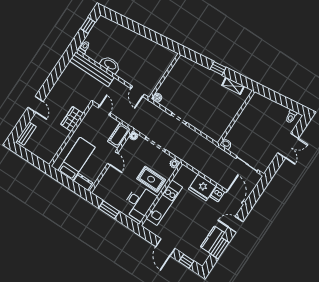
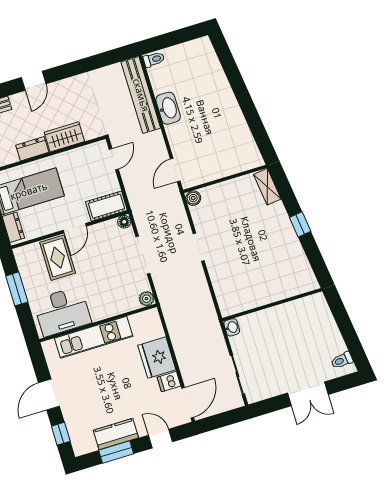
window: (88, 25) -> (181, 36), removed
shelving: (233, 86) -> (267, 187), moved
dresser: (61, 137) -> (32, 149), added
rug: (151, 179) -> (58, 258), moved

